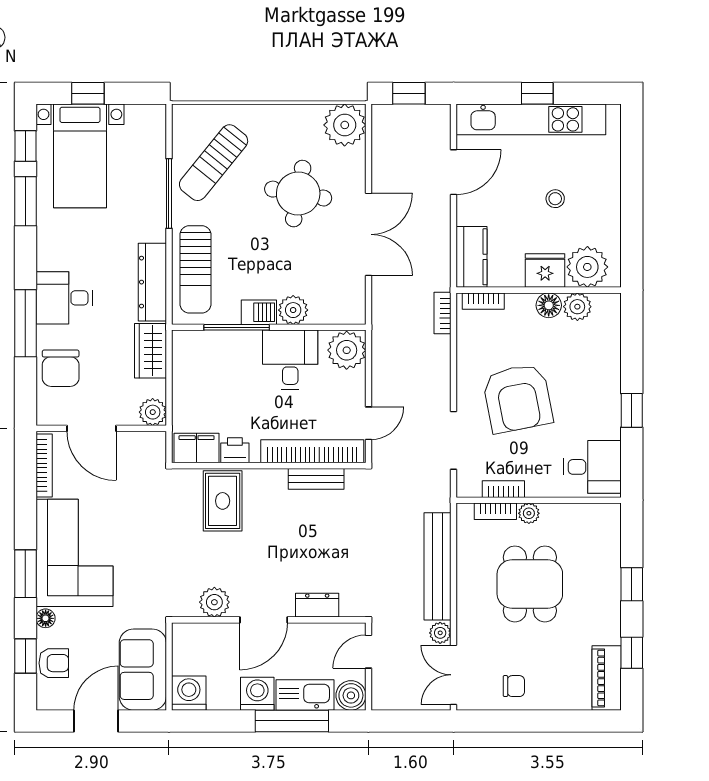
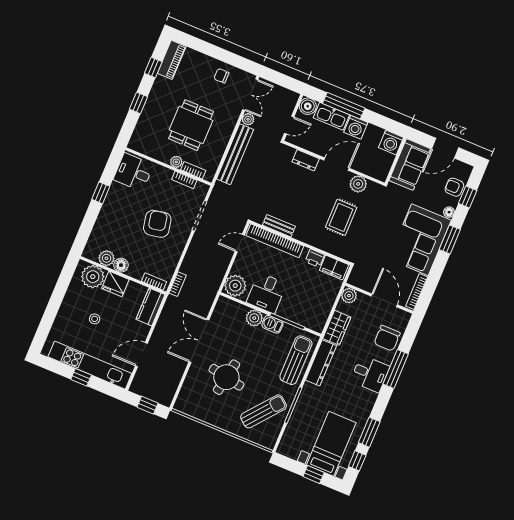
plant: (345, 125) -> (188, 403), removed
chair: (61, 368) -> (387, 338), turned 180
armchair: (518, 398) -> (157, 224), width x0.73, depth x0.73
rug: (223, 501) -> (341, 217), moved

